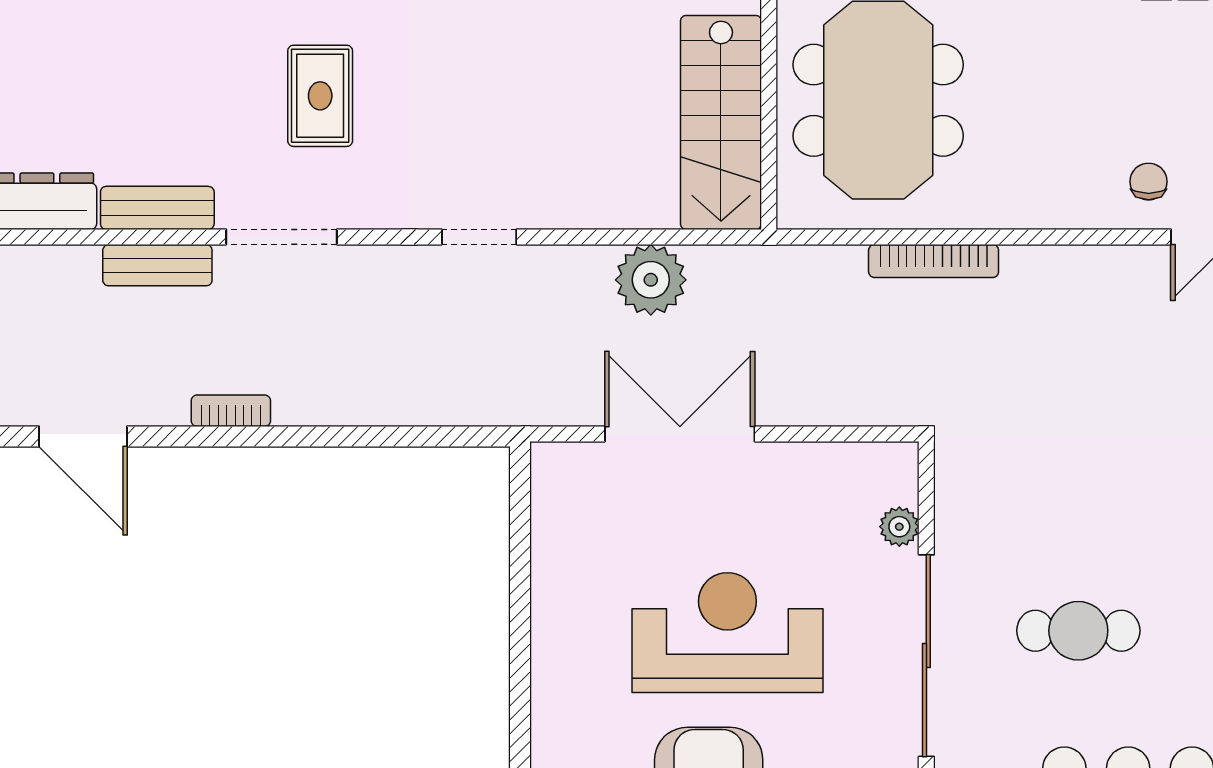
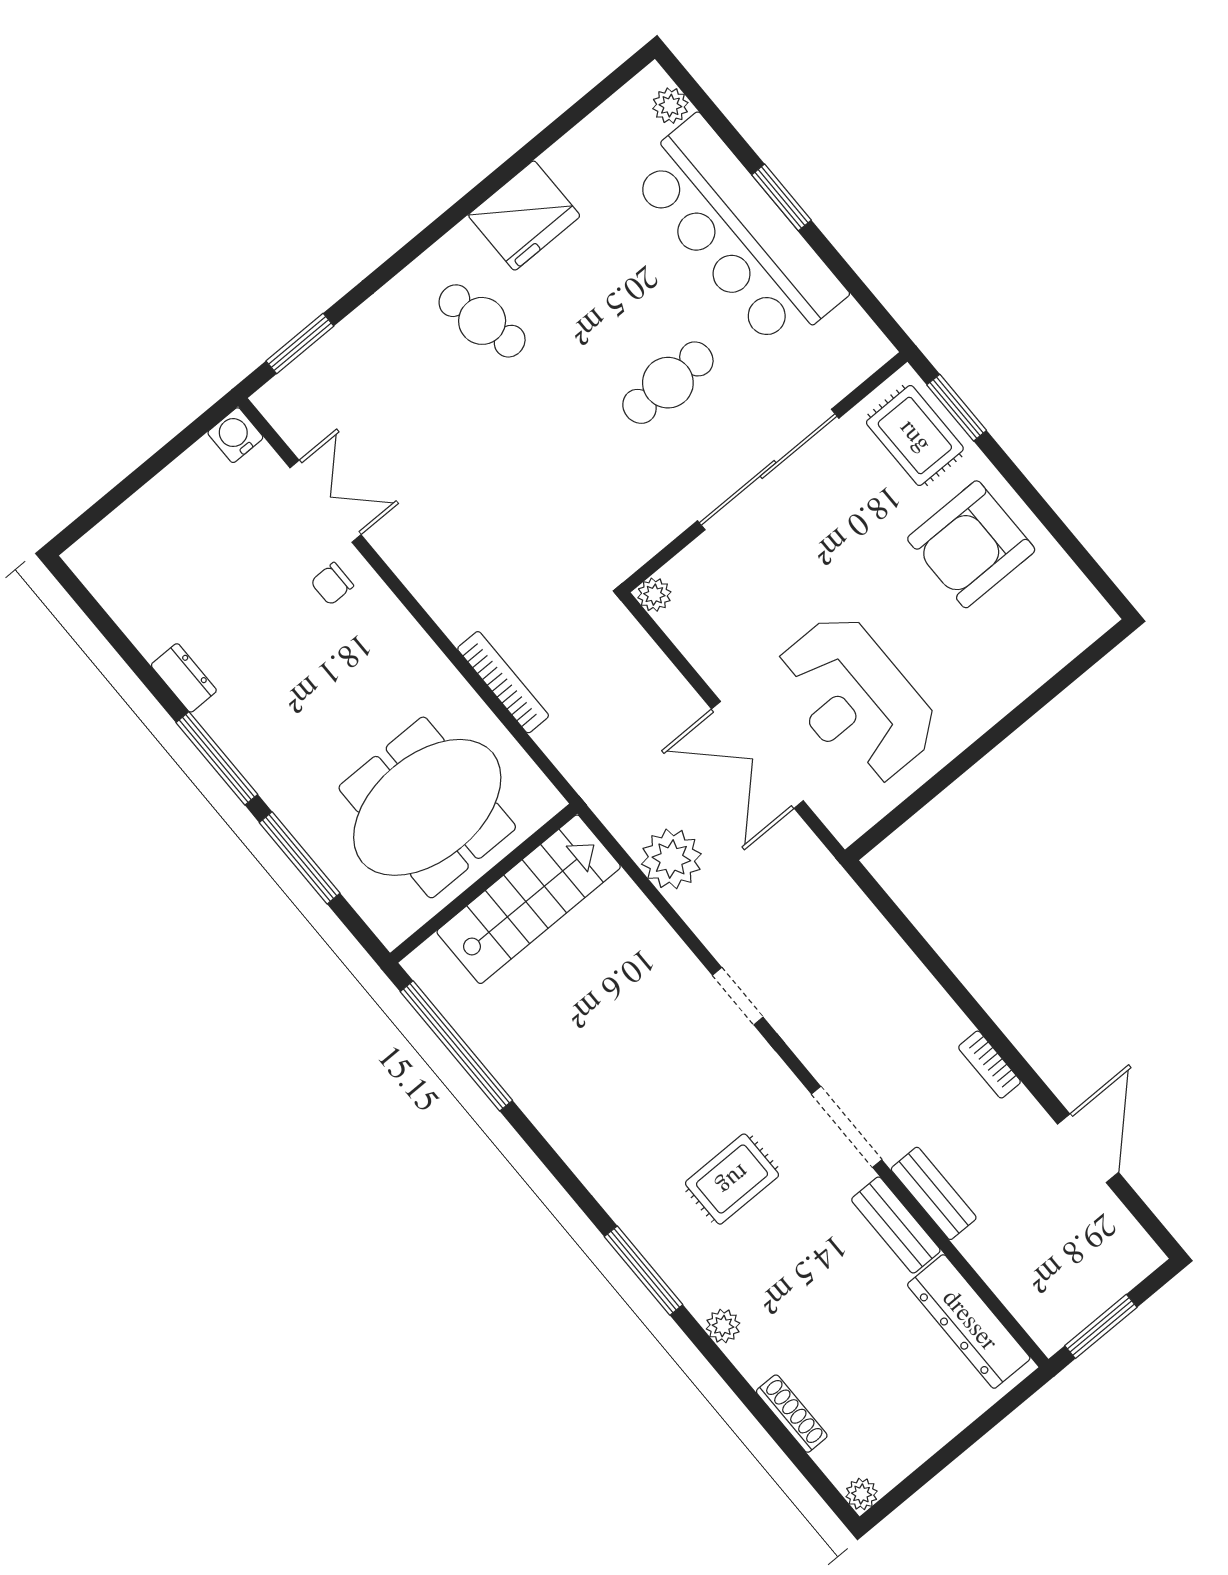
plant: (899, 527) -> (654, 595), moved
cafe table: (1078, 631) -> (668, 383), turned 90
reception desk: (727, 633) -> (856, 700), moved

